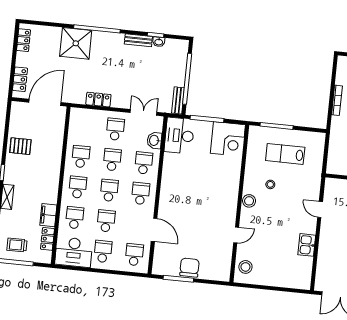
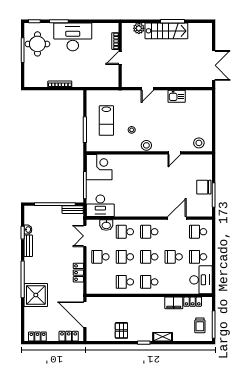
school desk: (75, 218) -> (174, 282), removed
door: (236, 235) -> (174, 153), swing flipped

